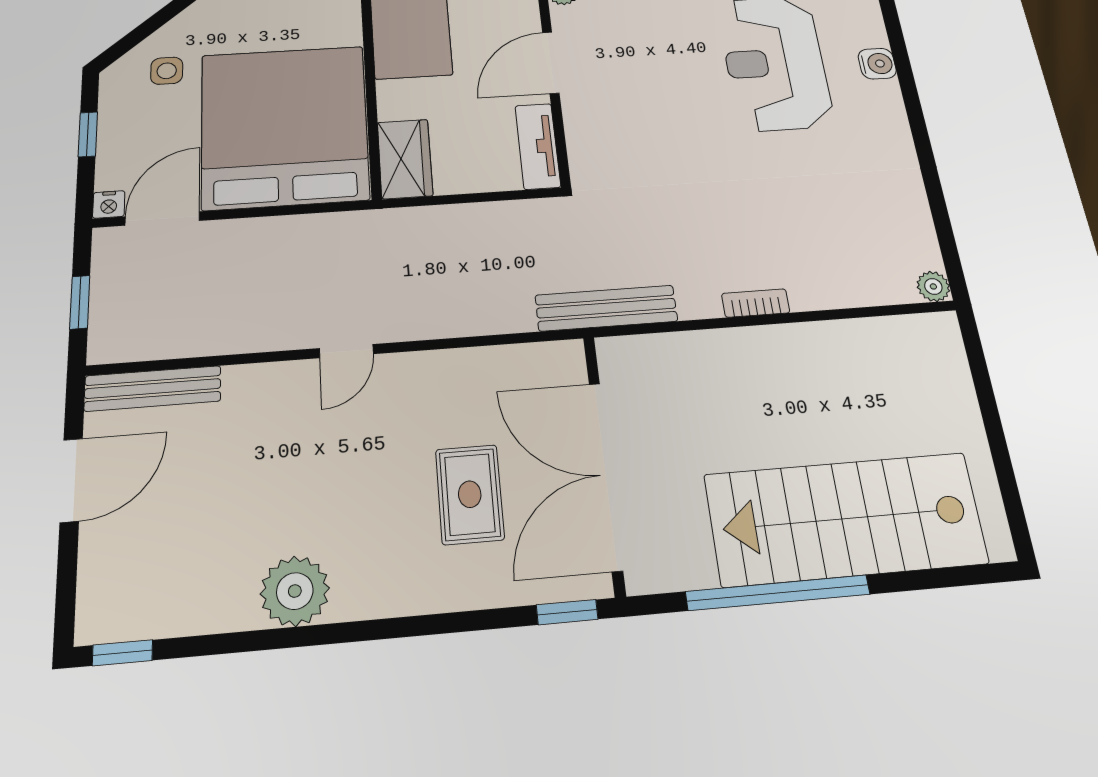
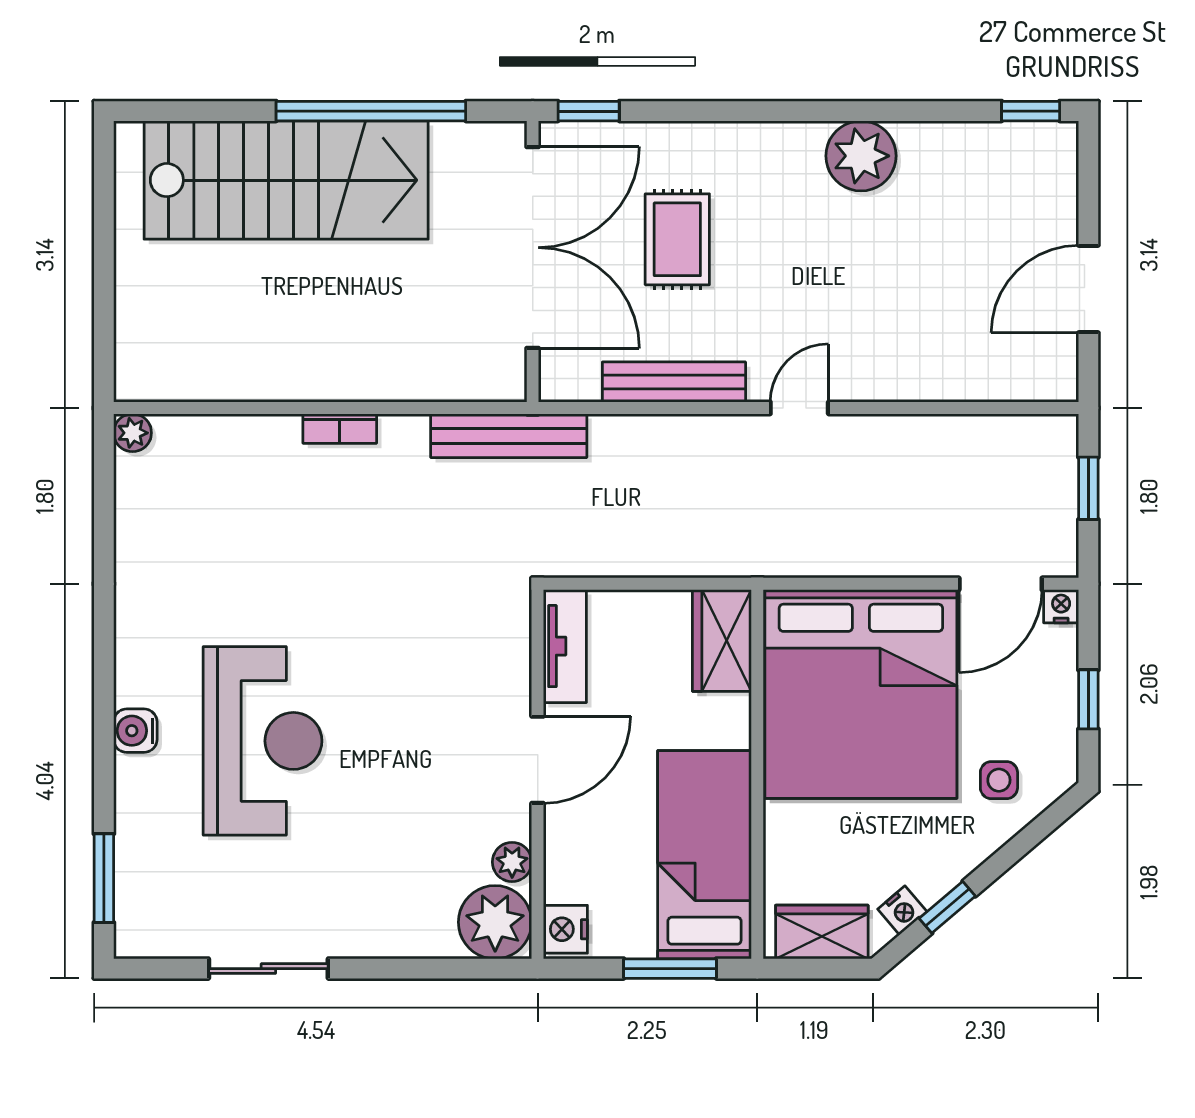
bench: (153, 389) -> (674, 382), moved

